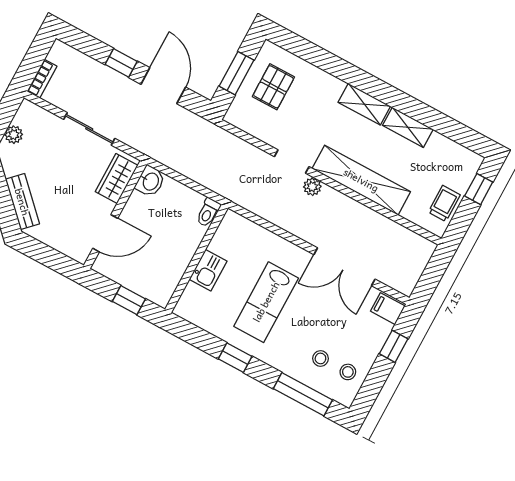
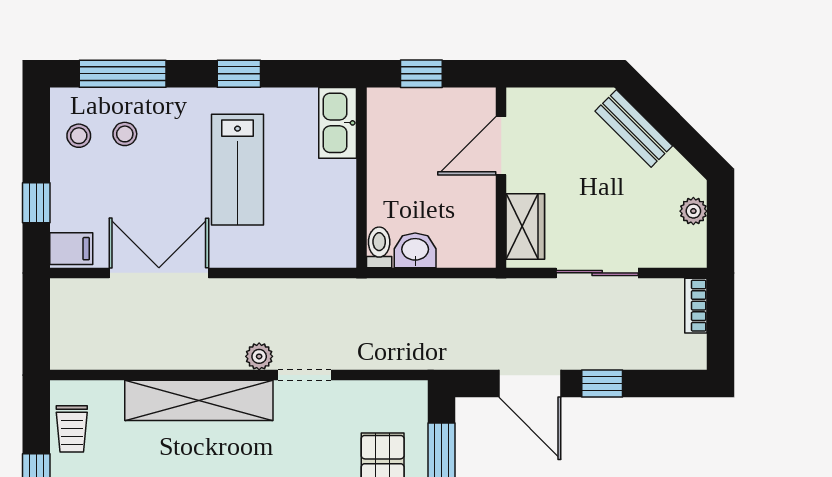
washbasin: (150, 181) -> (415, 250), moved, turned 90
kitchen sink: (208, 270) -> (338, 123), moved, width x1.38
lab bench: (266, 302) -> (238, 170), turned 180

